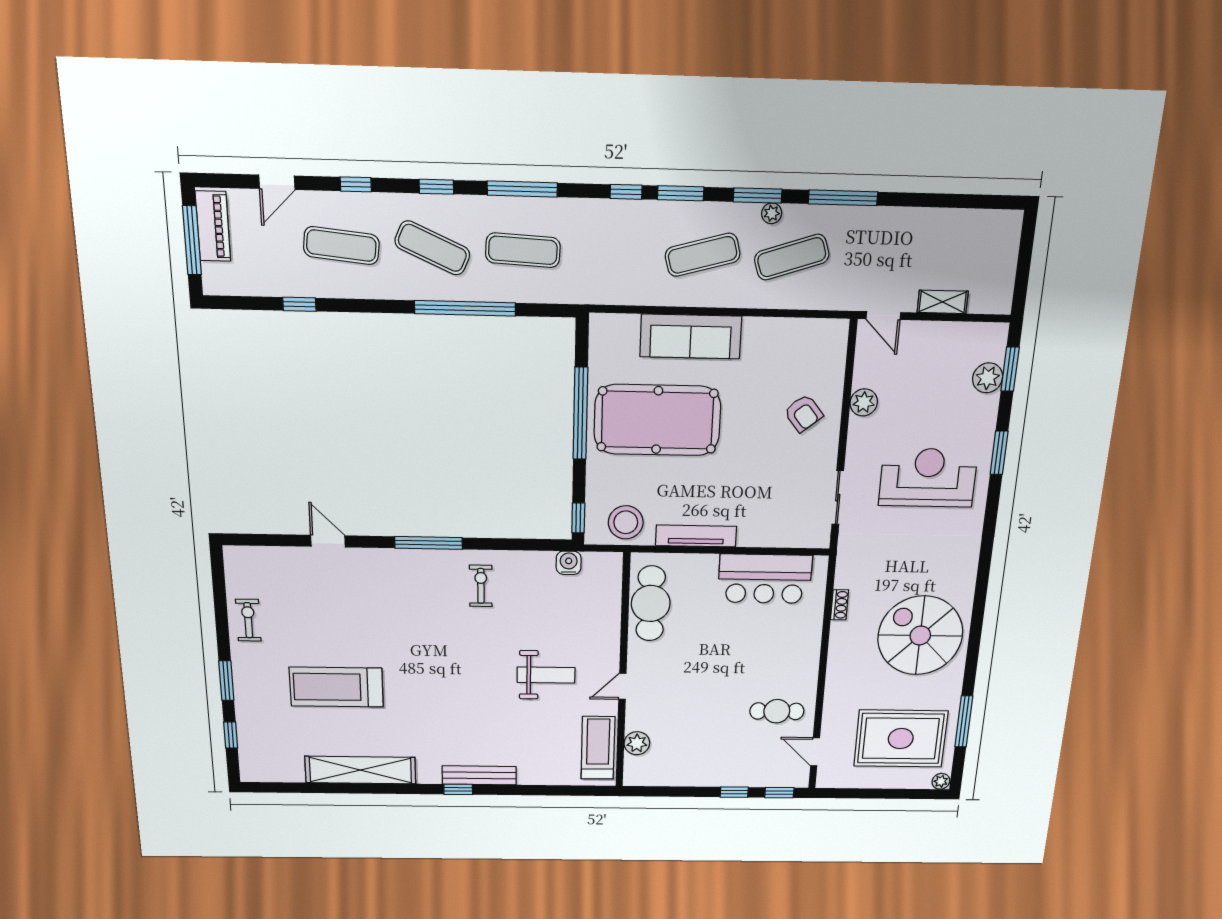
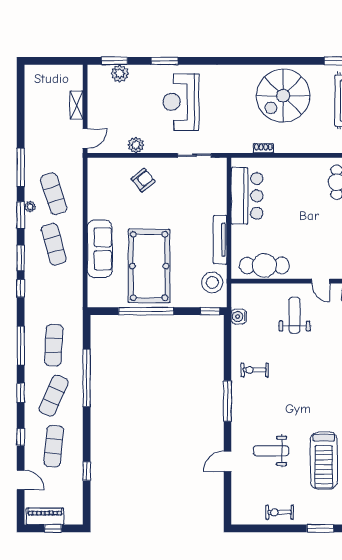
window: (192, 240) -> (53, 528), width x0.46
weight bench: (349, 609) -> (271, 451), added
weight bench: (546, 675) -> (294, 315), moved

